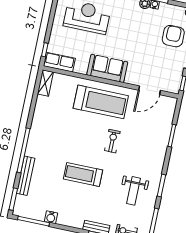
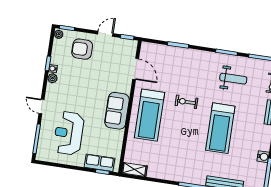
row of seats: (59, 62) -> (100, 163), moved, turned 90
treadmill: (101, 102) -> (150, 115), turned 180
treadmill: (83, 174) -> (220, 128), width x1.37, depth x1.38

